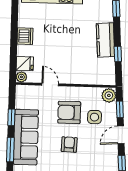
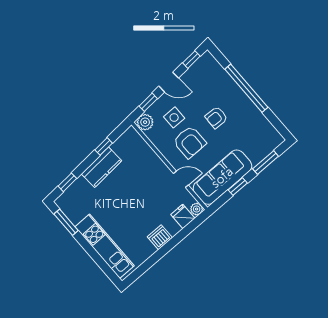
door: (50, 85) -> (181, 179), swing flipped
sofa: (26, 137) -> (222, 177), moved

